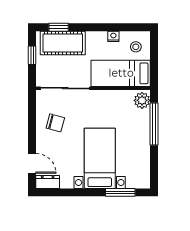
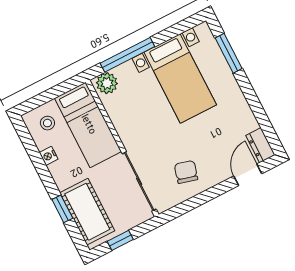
window: (59, 27) -> (62, 209), moved
bed with nightstands: (100, 158) -> (180, 78), moved, turned -90

